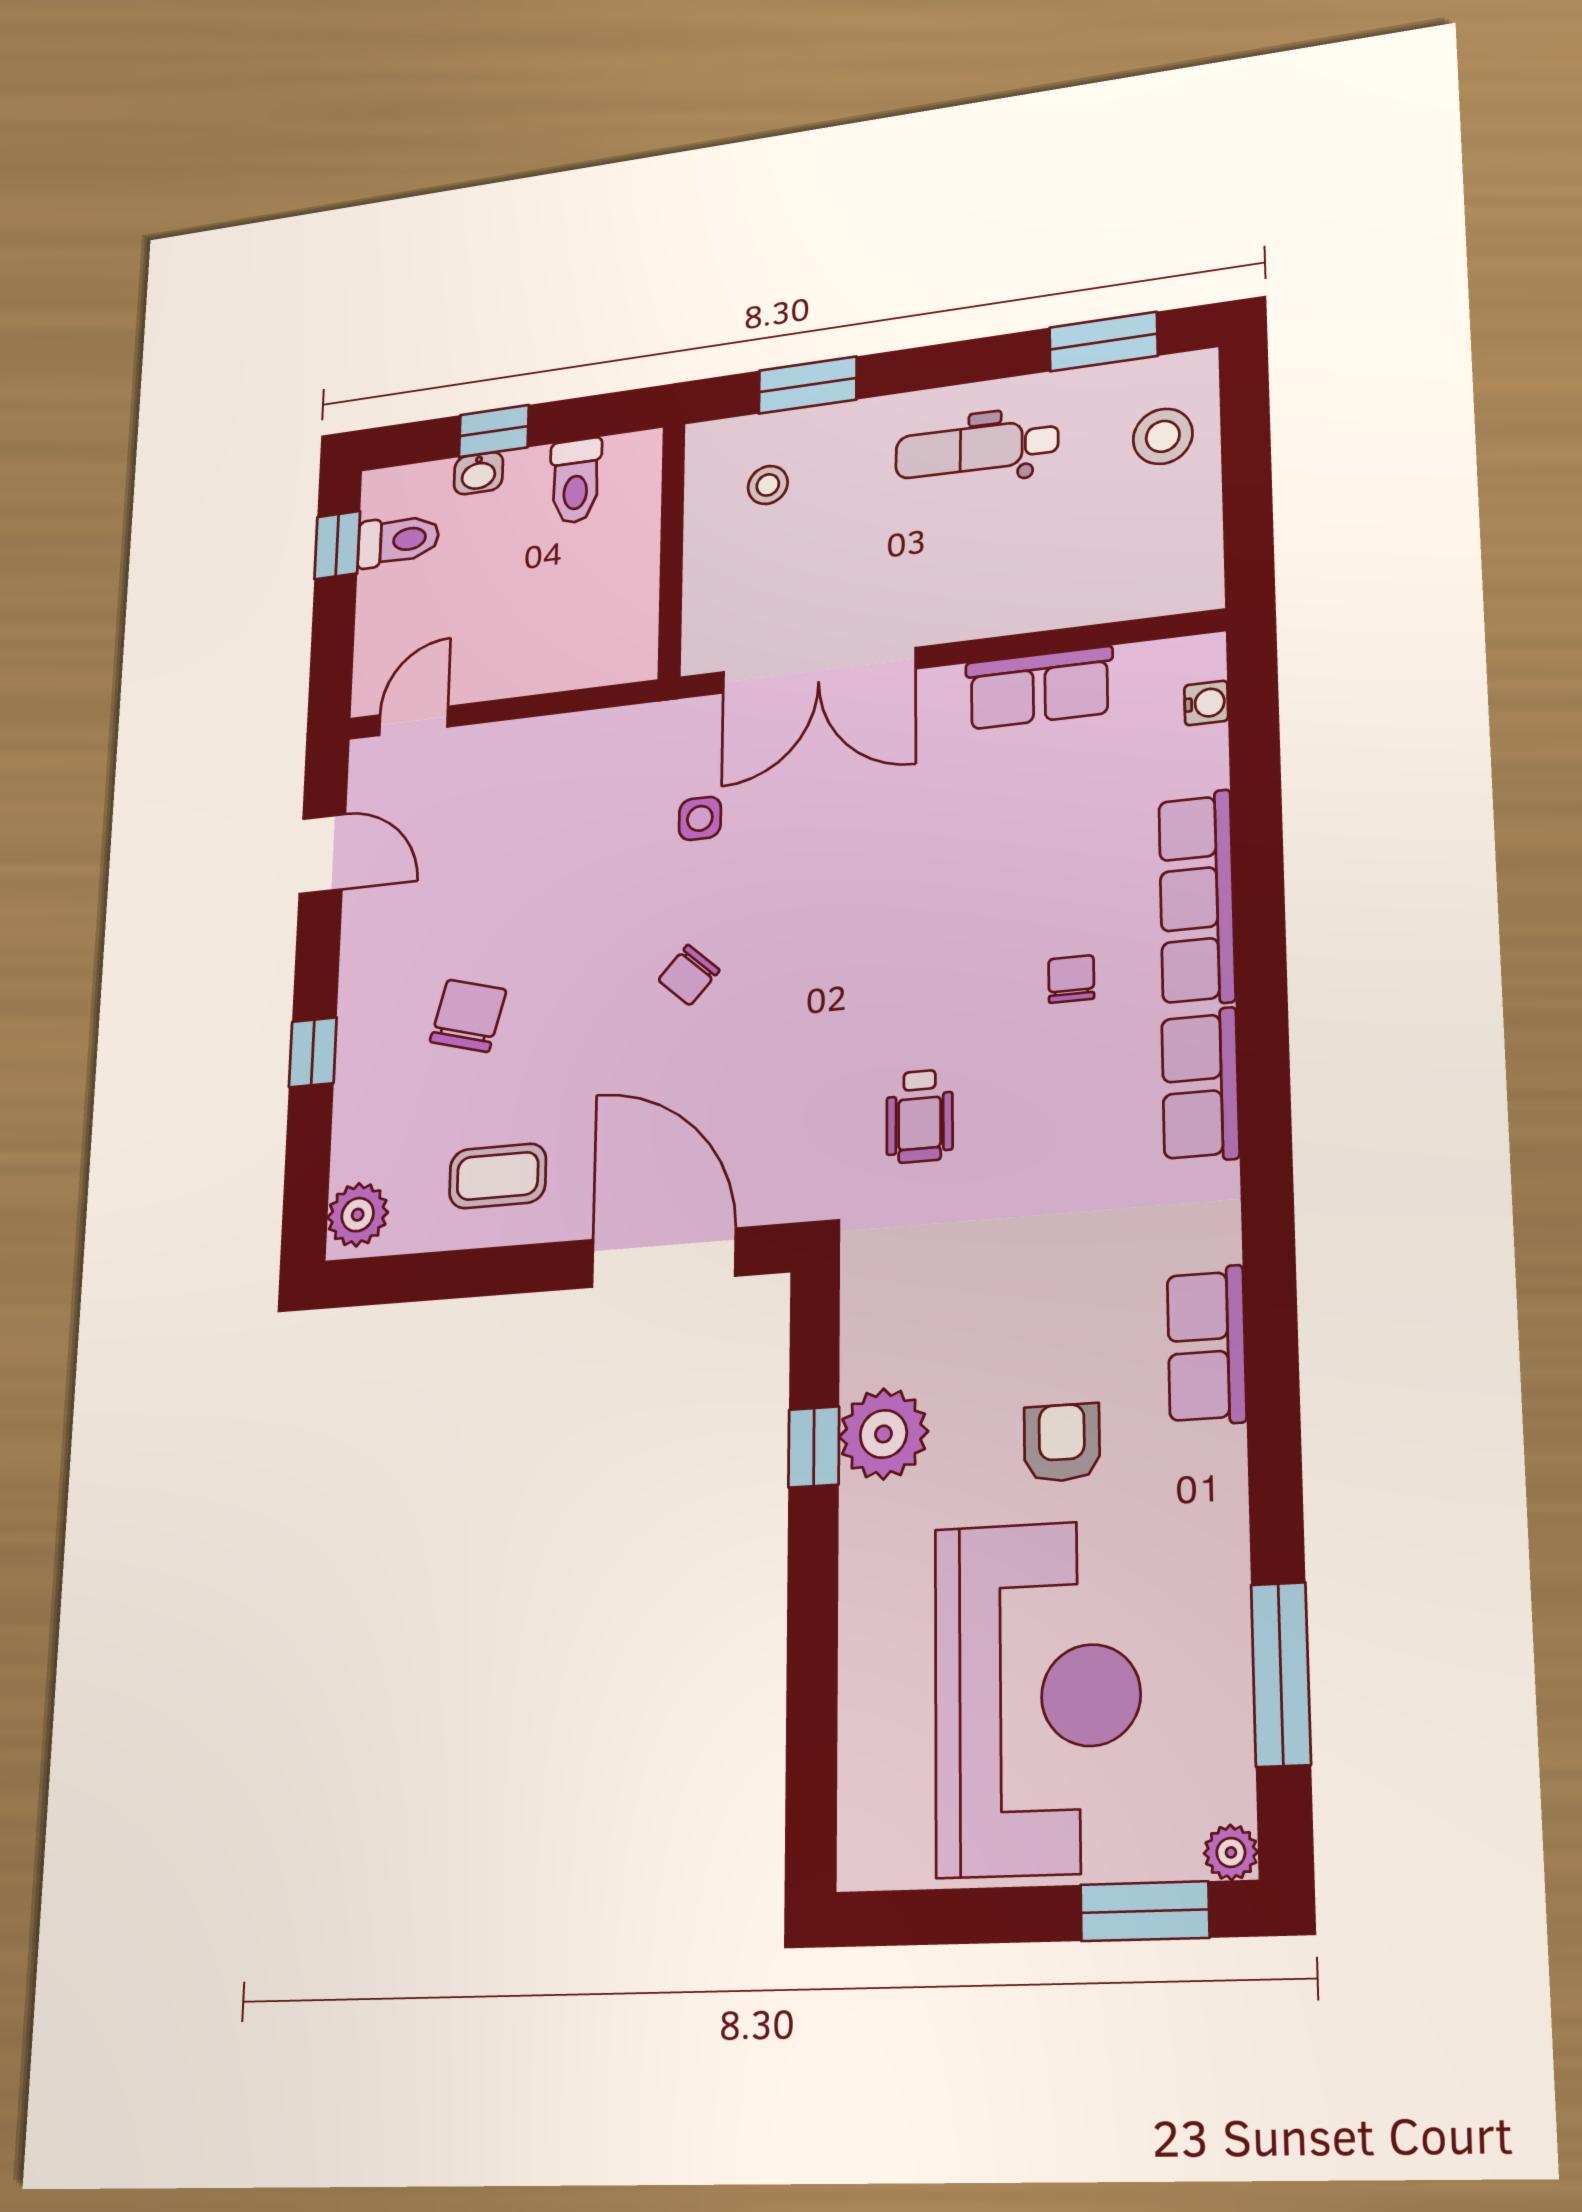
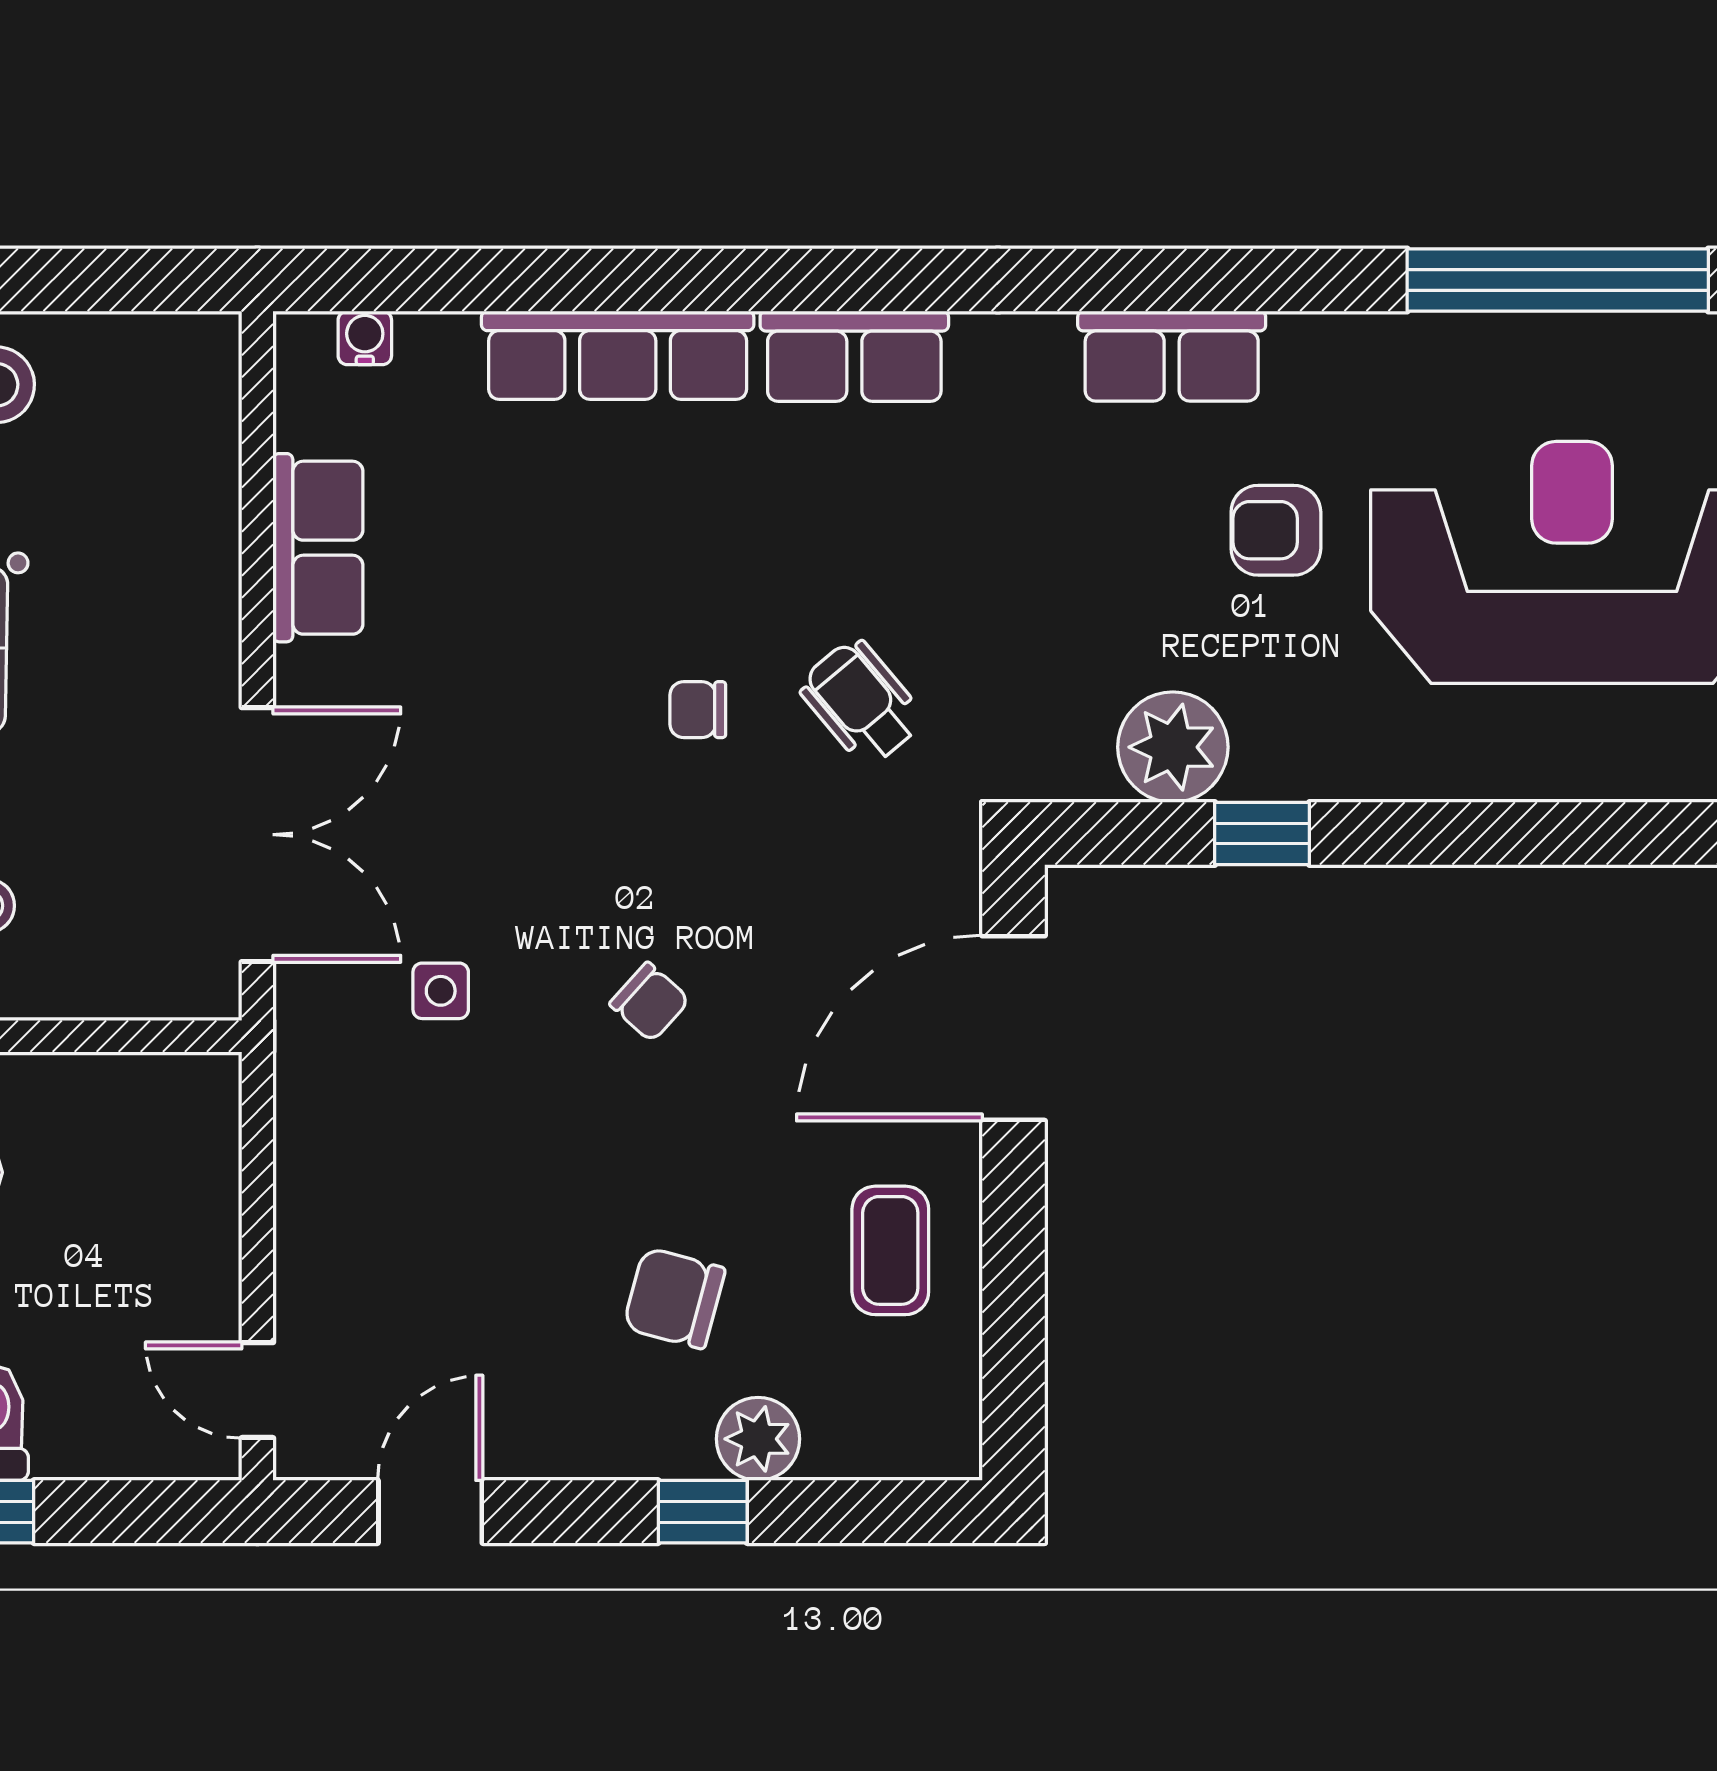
chair: (1071, 979) -> (698, 710), moved
wheelchair: (920, 1116) -> (861, 702), turned -130
plant: (358, 1215) -> (758, 1439), moved
plant: (883, 1434) -> (1173, 747), moved
window: (1281, 1674) -> (1558, 280), width x1.46

